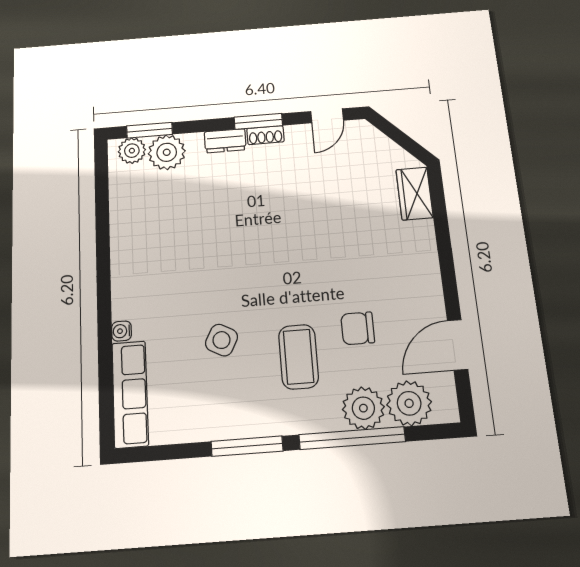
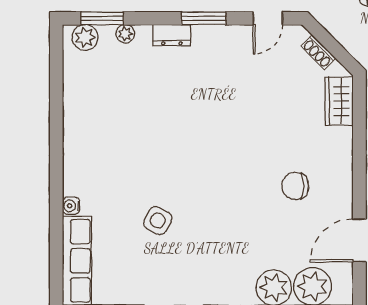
shoe rack: (265, 135) -> (318, 52), moved, turned 45
plant: (167, 152) -> (125, 34), width x0.53, depth x0.53
chair: (358, 328) -> (295, 186), moved
coffee table: (299, 357) -> (223, 240), removed

